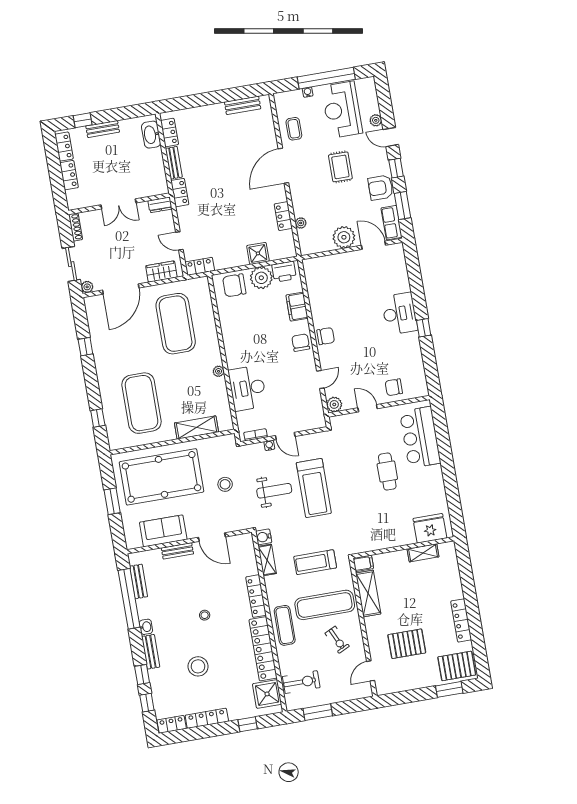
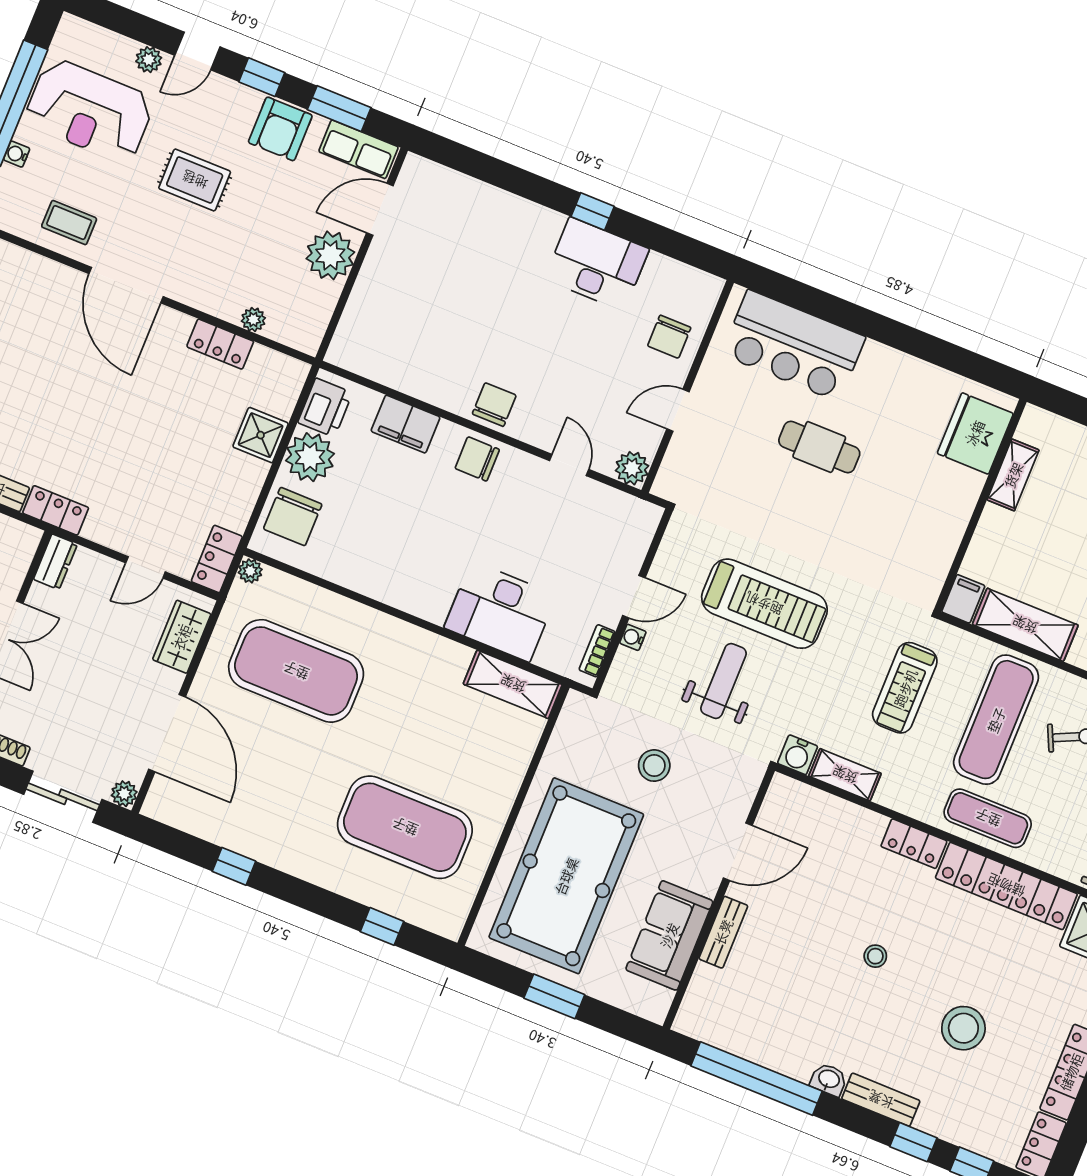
desk: (400, 314) -> (597, 264), moved
plant: (219, 371) -> (250, 571), moved
shelving: (197, 428) -> (513, 684), moved, turned 90
bench: (138, 581) -> (735, 1041), removed
locker: (256, 596) -> (914, 844), width x0.66

